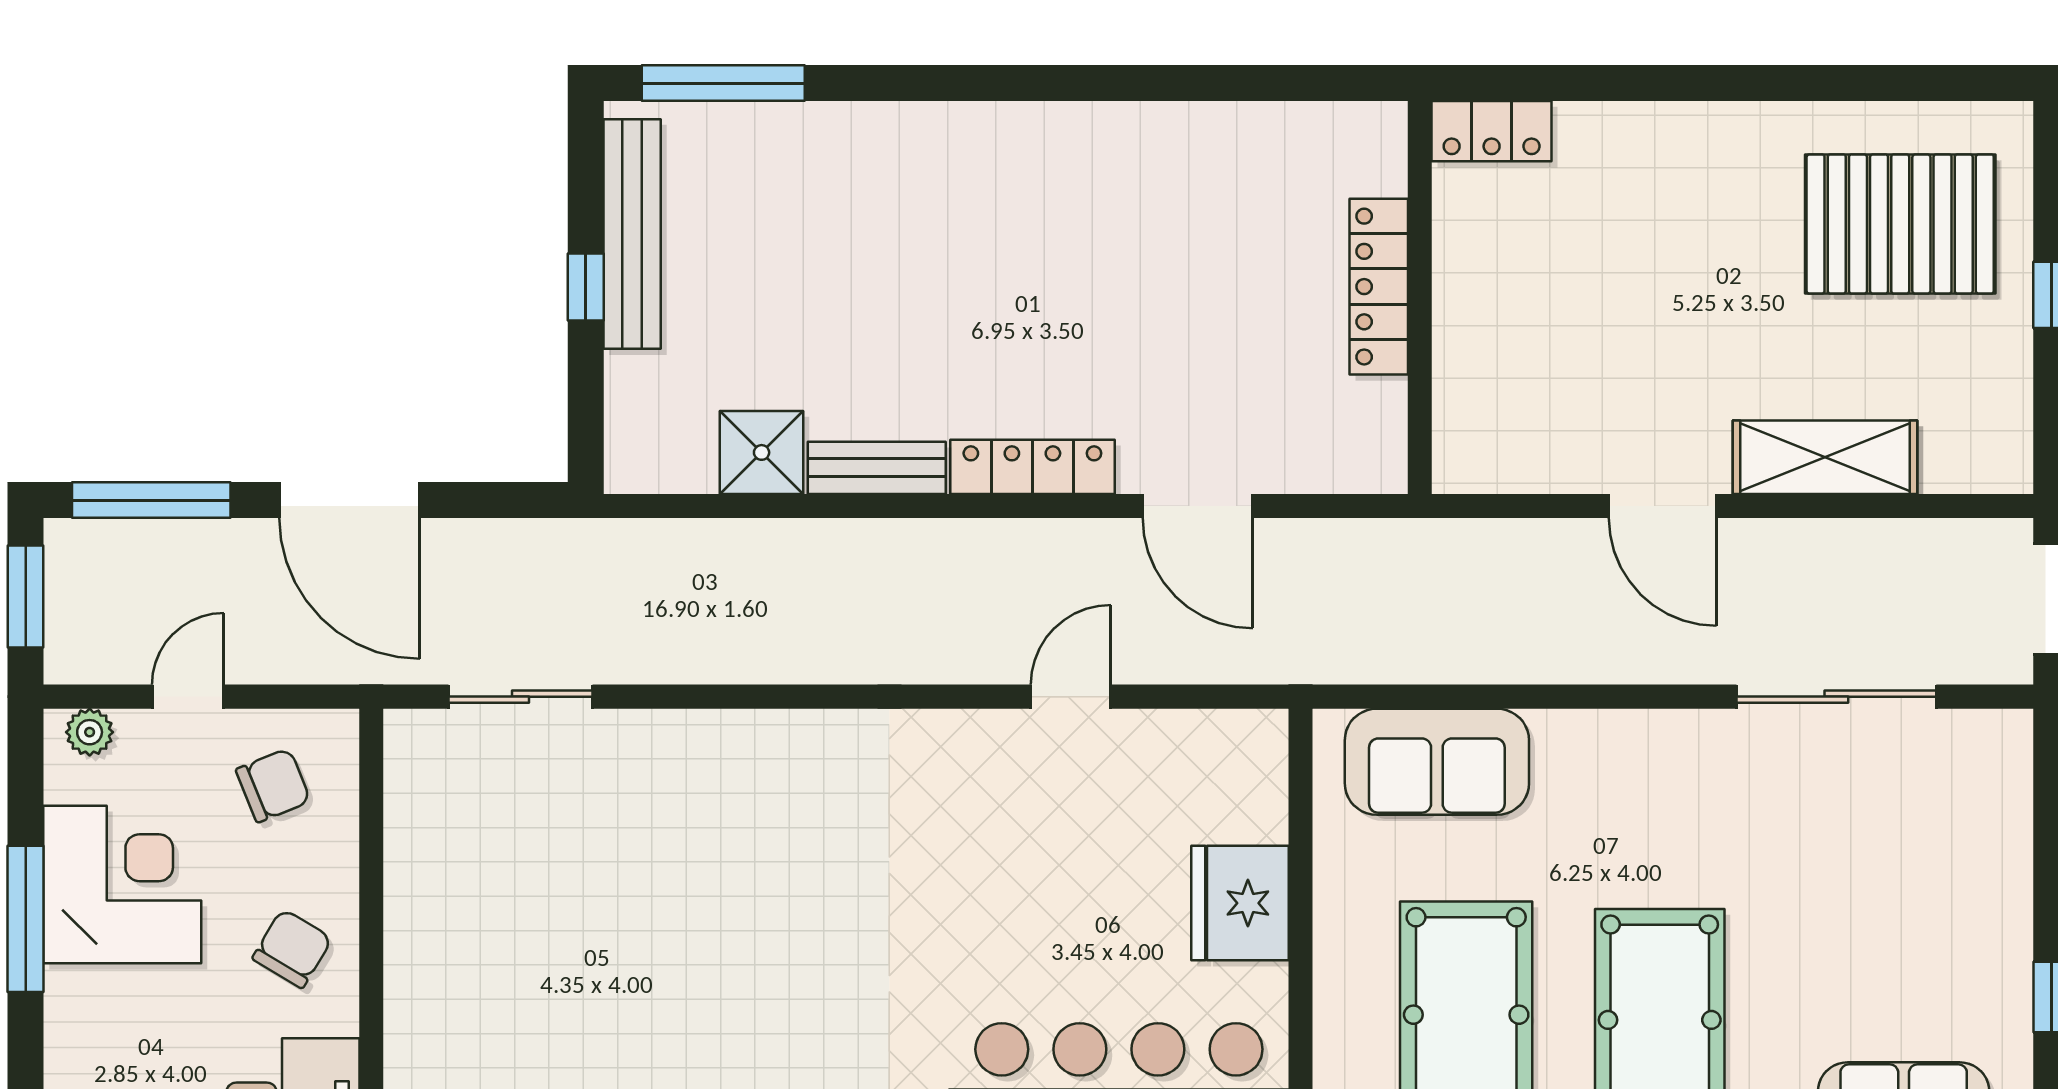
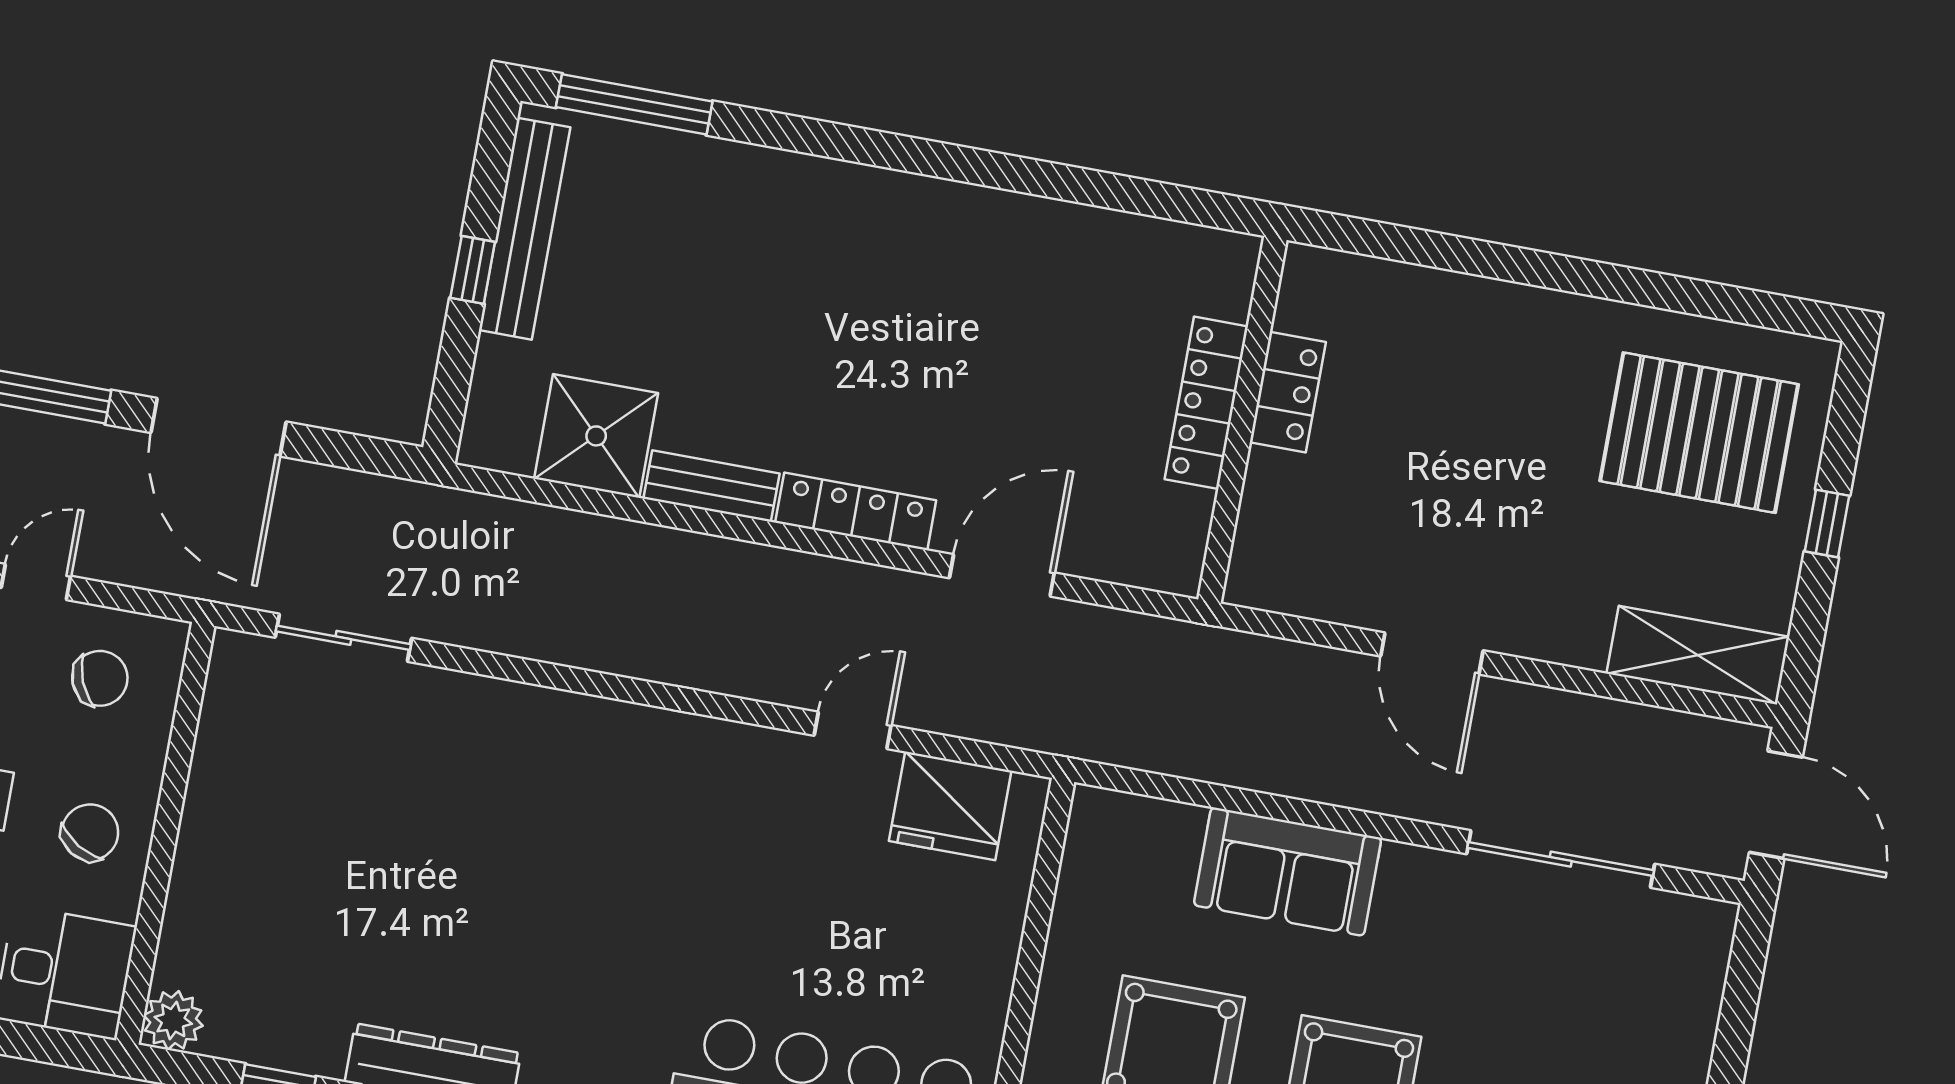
locker: (1492, 131) -> (1288, 392), moved, turned -90
shower: (762, 452) -> (596, 436), width x1.36, depth x1.36
shelving: (1825, 457) -> (1698, 655), moved
door: (1198, 506) -> (1002, 575), swing flipped
sofa: (1437, 762) -> (1288, 872), moved
fridge: (1240, 903) -> (950, 806), moved, turned -90

